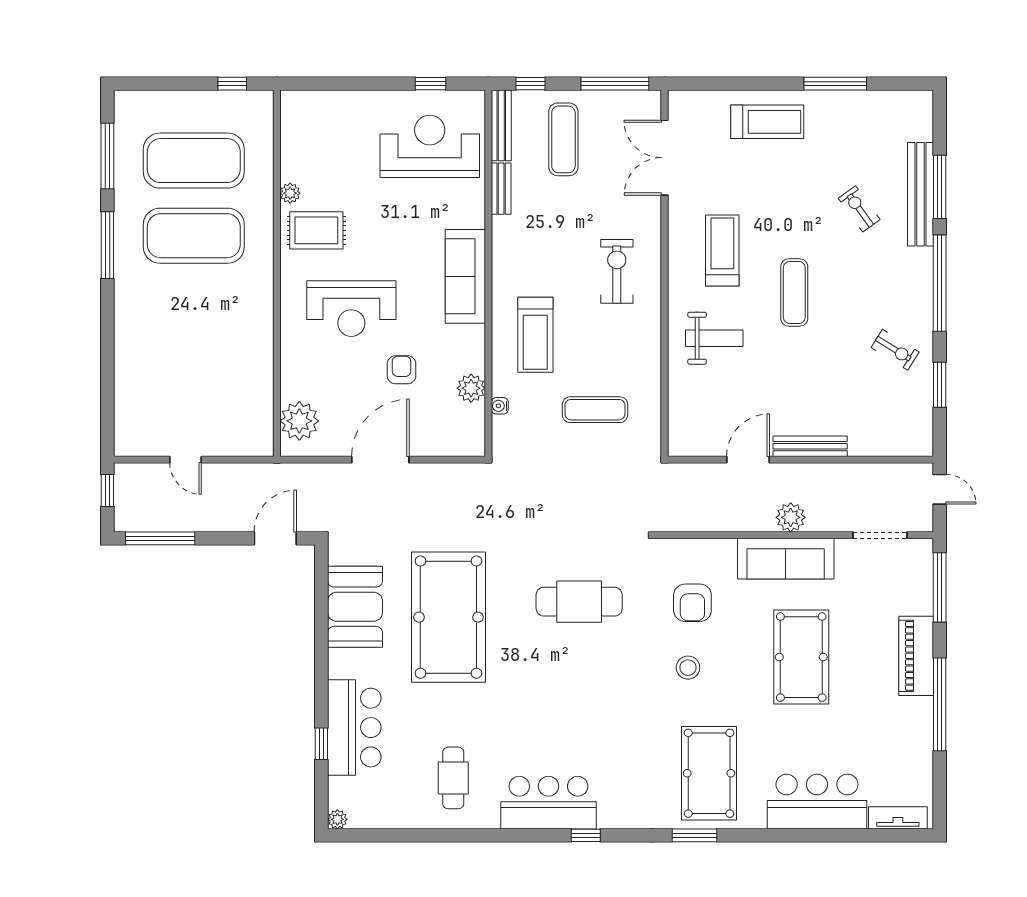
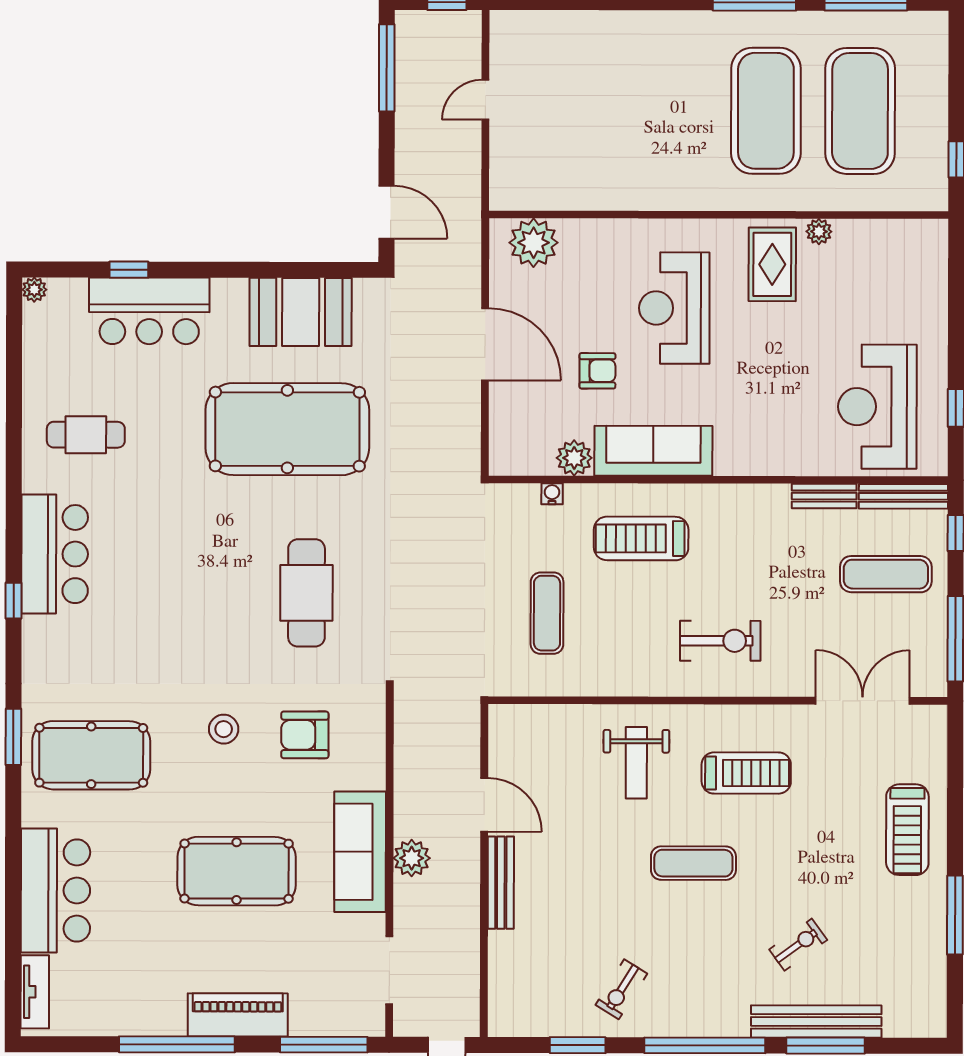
reception desk: (430, 146) -> (877, 407), turned 180
sofa: (465, 276) -> (653, 451), moved

